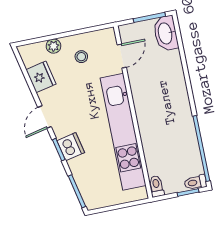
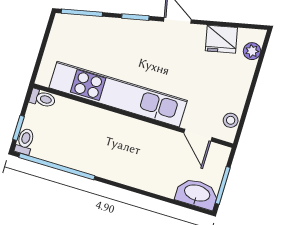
plant: (54, 46) -> (252, 51), moved
stool: (81, 57) -> (231, 120), moved
dishwasher: (71, 147) -> (132, 31), removed

